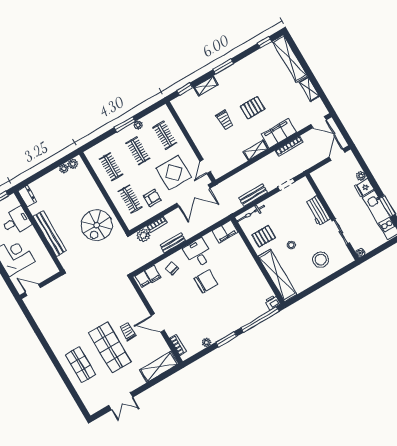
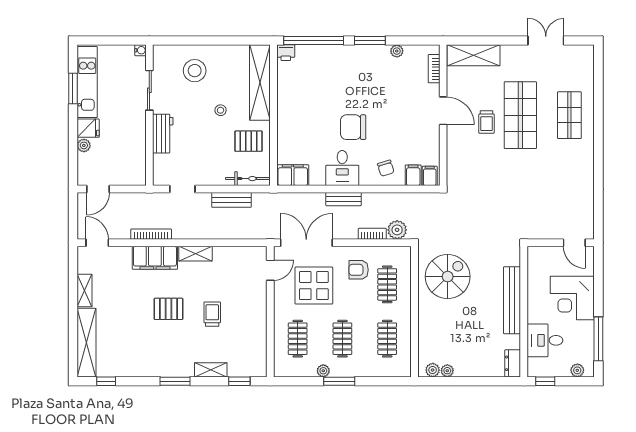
bench: (173, 243) -> (344, 199), moved

